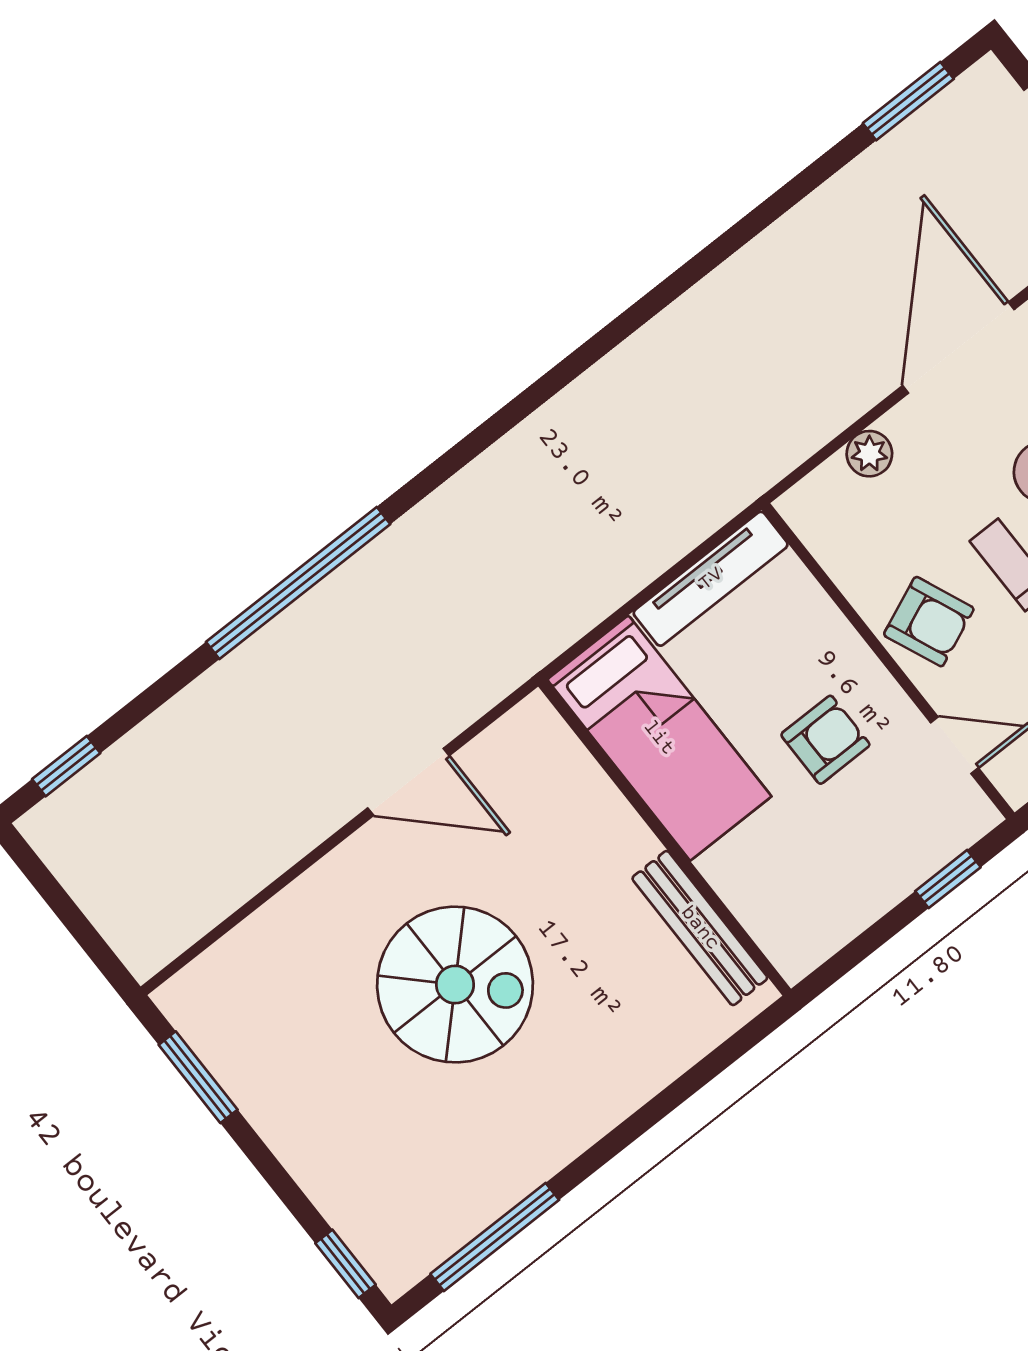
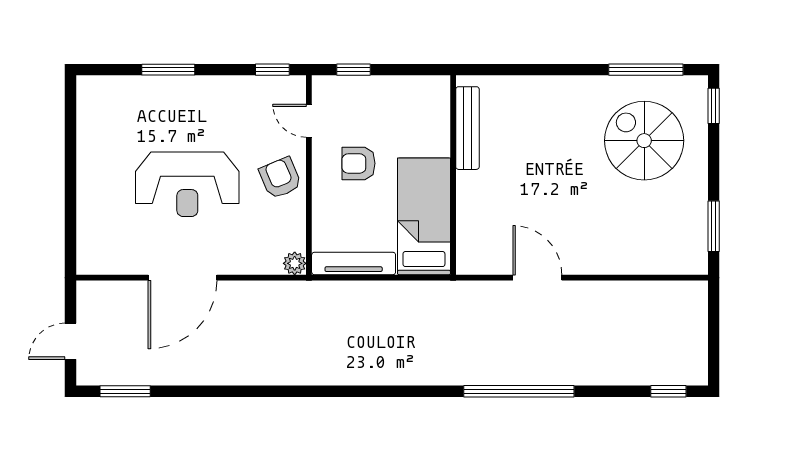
plant: (869, 454) -> (295, 263), moved
spiral stairs: (455, 985) -> (644, 141), moved

